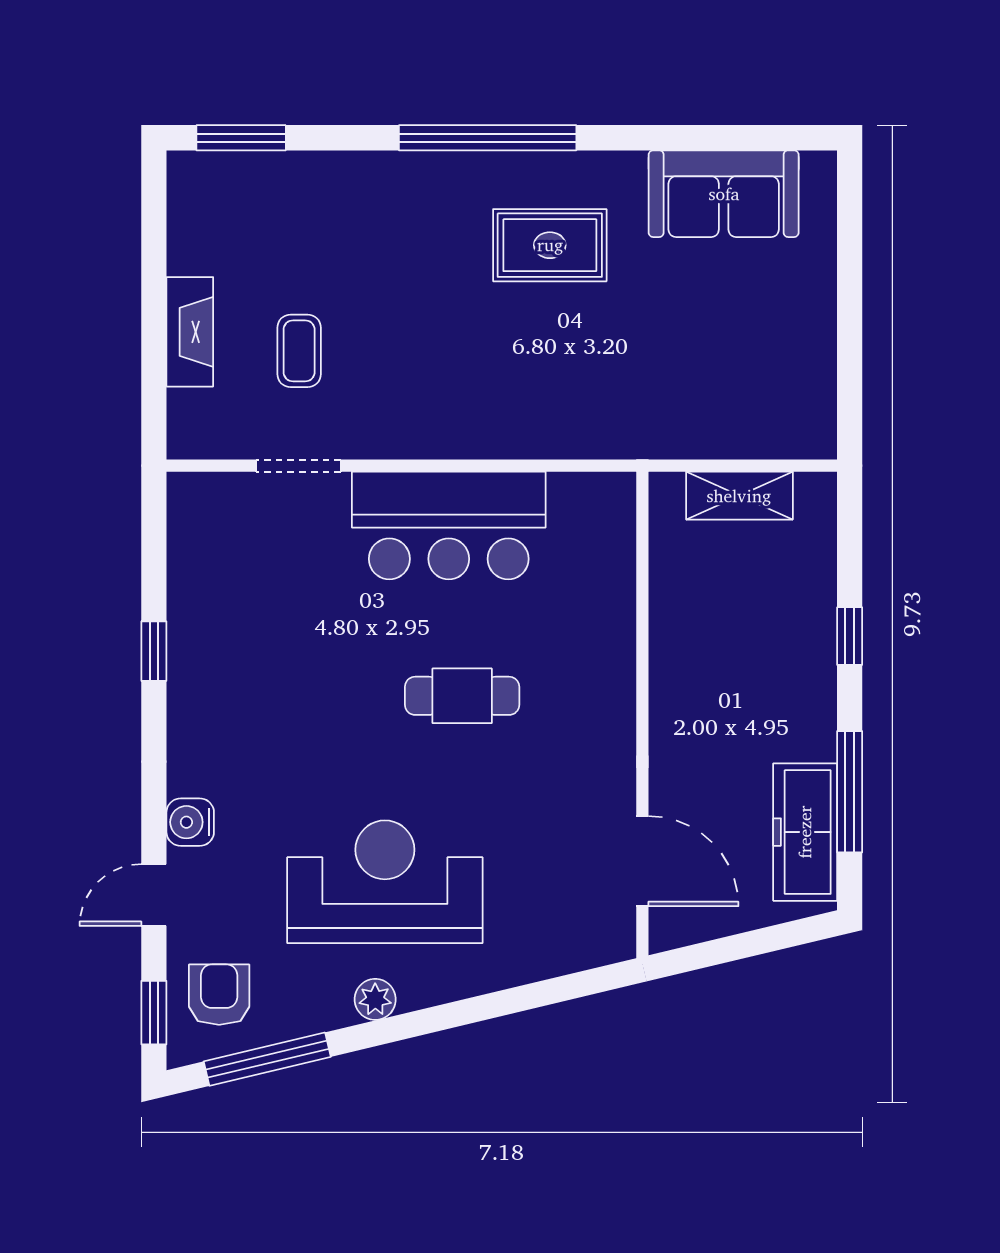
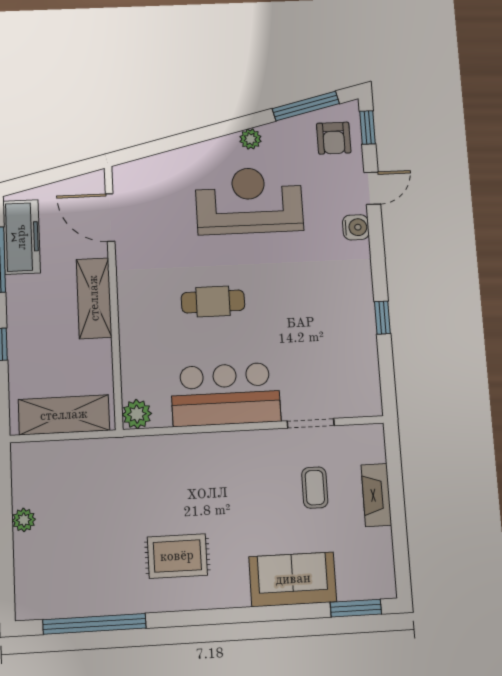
window: (488, 138) -> (94, 624), moved
sofa: (724, 194) -> (293, 579), moved
plant: (816, 323) -> (24, 520), added
shelving: (739, 496) -> (64, 415), width x1.50, depth x1.33
plant: (610, 498) -> (137, 414), added
shelving: (678, 712) -> (94, 298), added
reception desk: (385, 882) -> (249, 201), turned 180

